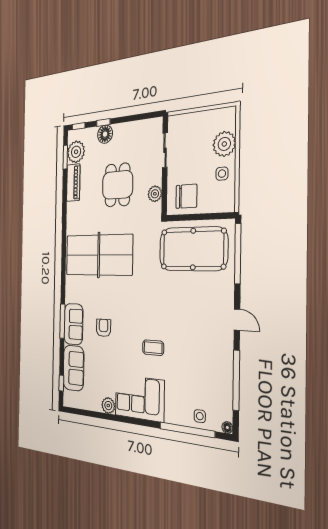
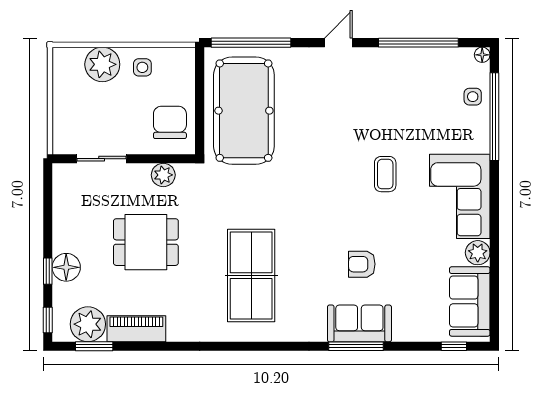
table tennis table: (99, 255) -> (251, 276), width x0.73, depth x0.76
sofa: (74, 368) -> (470, 301), moved, turned -90

